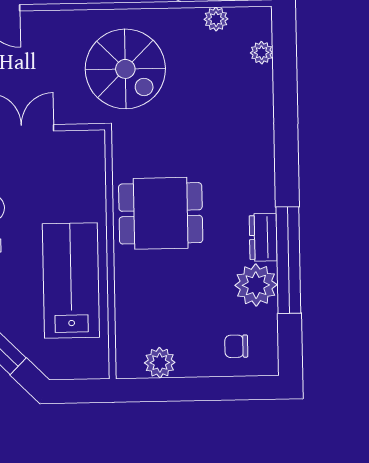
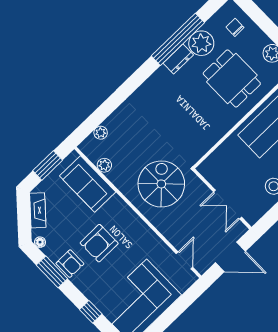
dining table: (161, 213) -> (232, 78), moved
chair: (236, 346) -> (235, 27), turned 180

